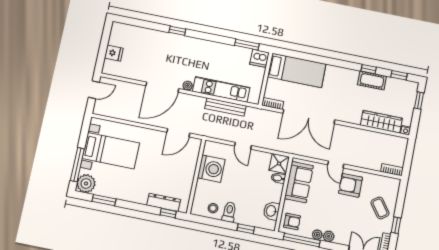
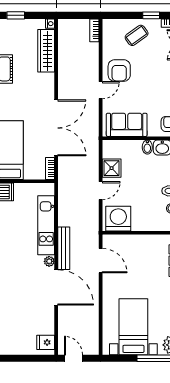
fridge: (114, 53) -> (46, 342), moved, turned -90
bench: (225, 107) -> (64, 248), moved
shower: (279, 164) -> (112, 168), moved
washing machine: (211, 169) -> (118, 219), moved
bidet: (278, 178) -> (147, 147), moved

